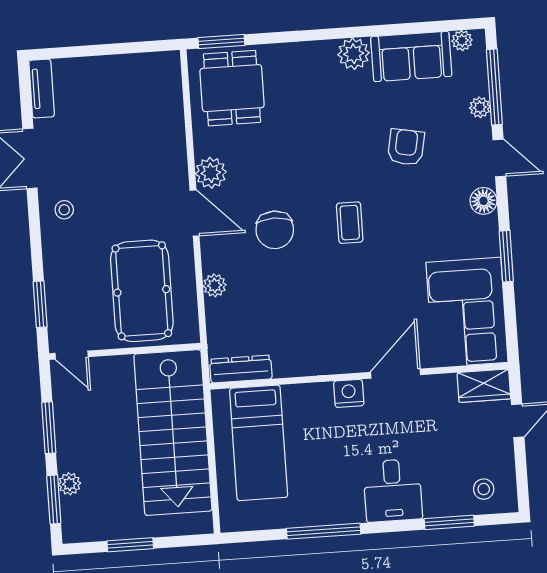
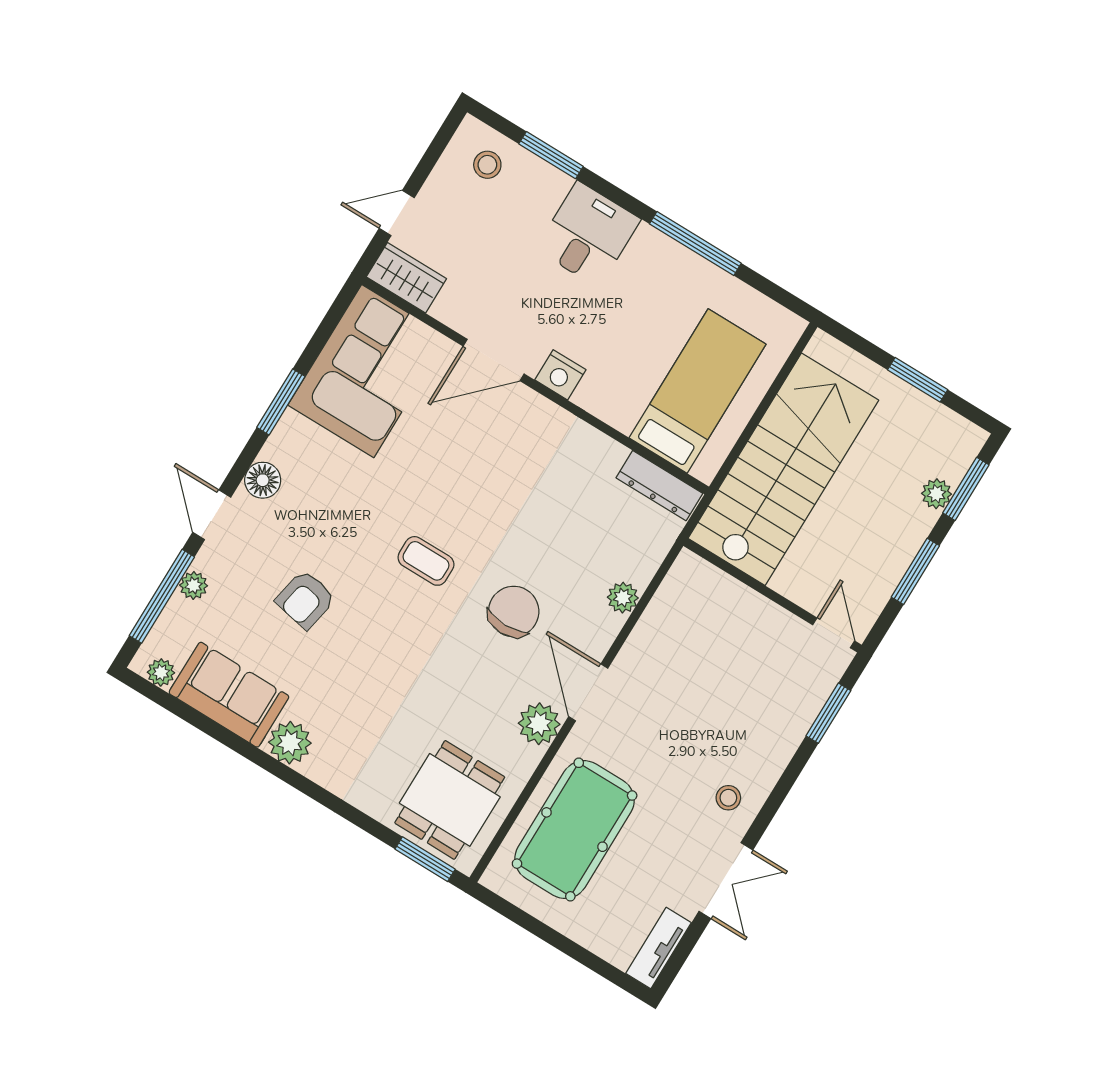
coffee table: (350, 223) -> (426, 561), turned 90
pool table: (142, 291) -> (575, 830), moved

